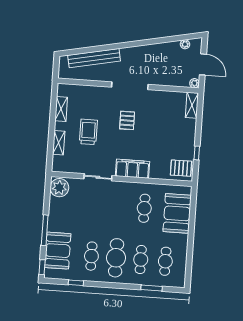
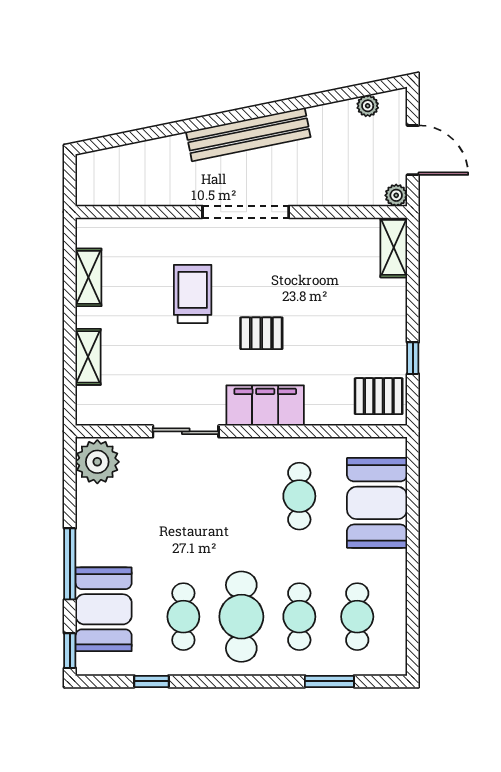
bench: (94, 58) -> (248, 134), moved
pallet: (127, 120) -> (261, 333), moved, turned 90
trolley: (88, 132) -> (193, 294), moved

